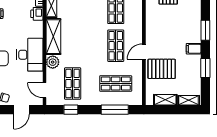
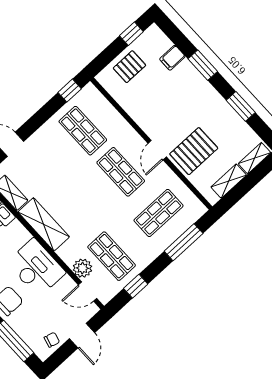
filing cabinet: (194, 49) -> (172, 58), moved
plant: (53, 62) -> (82, 268), moved

